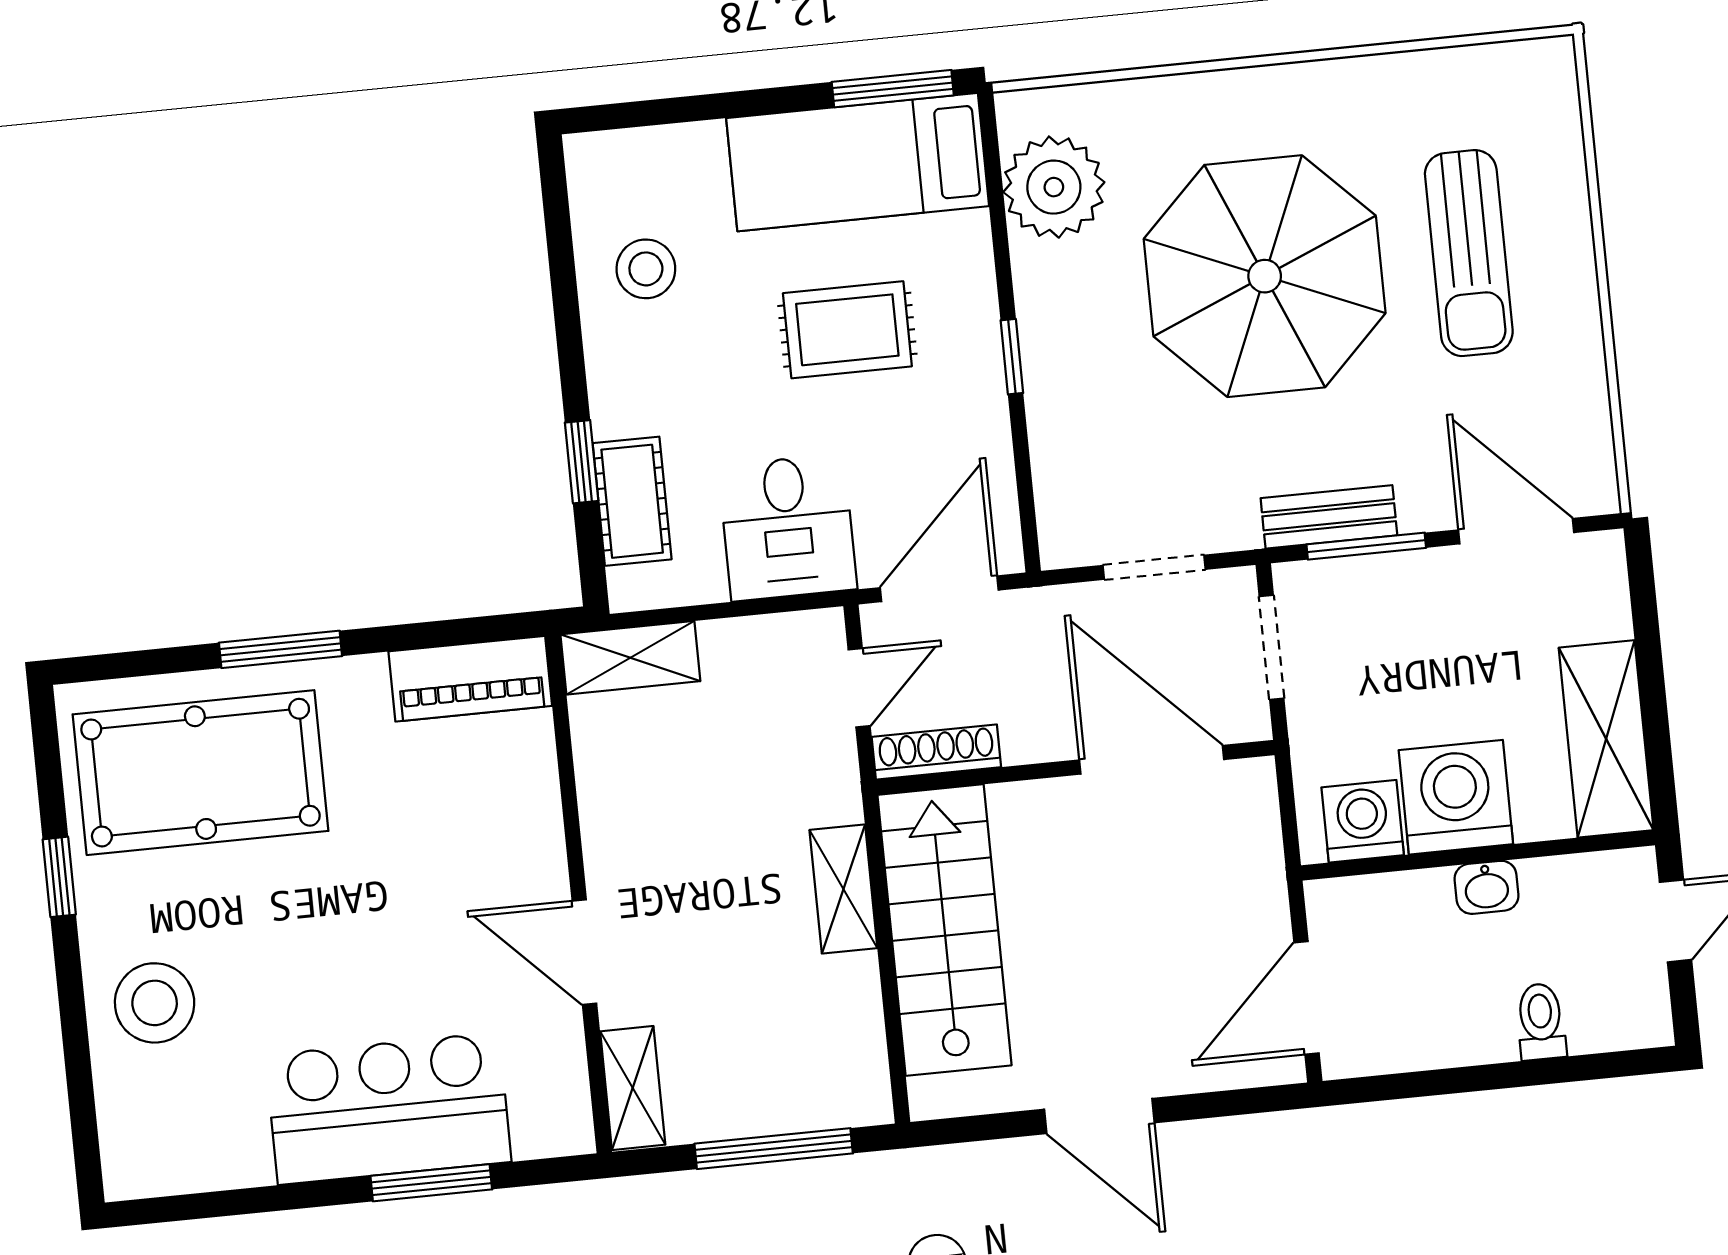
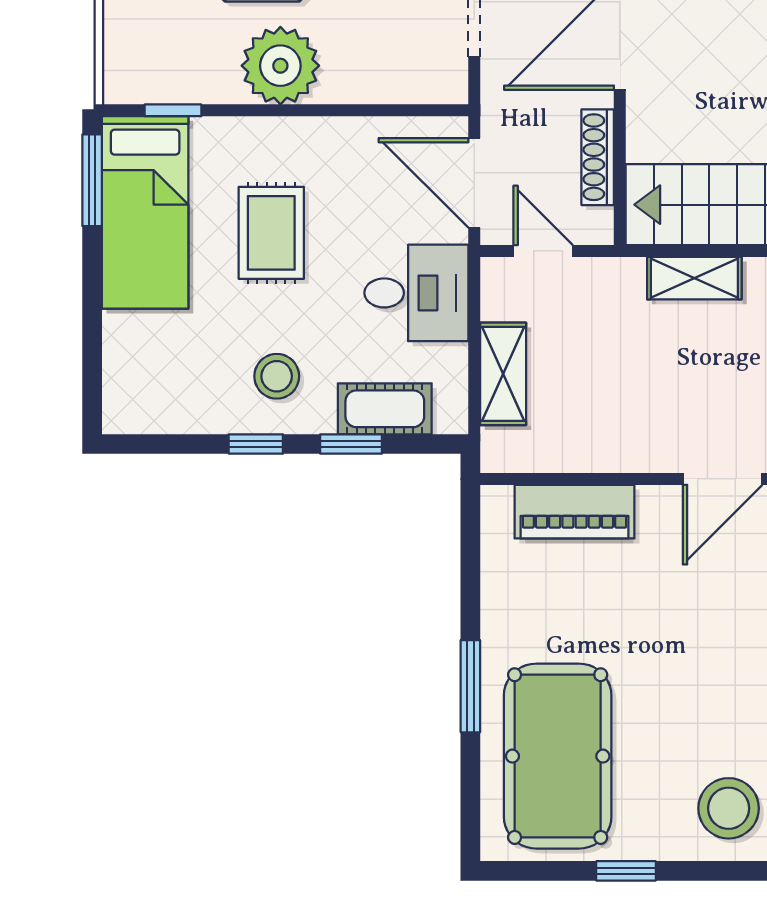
plant: (1054, 187) -> (280, 66), moved
stool: (646, 269) -> (277, 376), moved
window: (569, 337) -> (256, 444), added
window: (1012, 357) -> (173, 110), moved
shelving: (630, 658) -> (503, 374), moved
piano: (470, 679) -> (574, 512), moved, turned 90
shoe rack: (936, 752) -> (598, 157), moved

